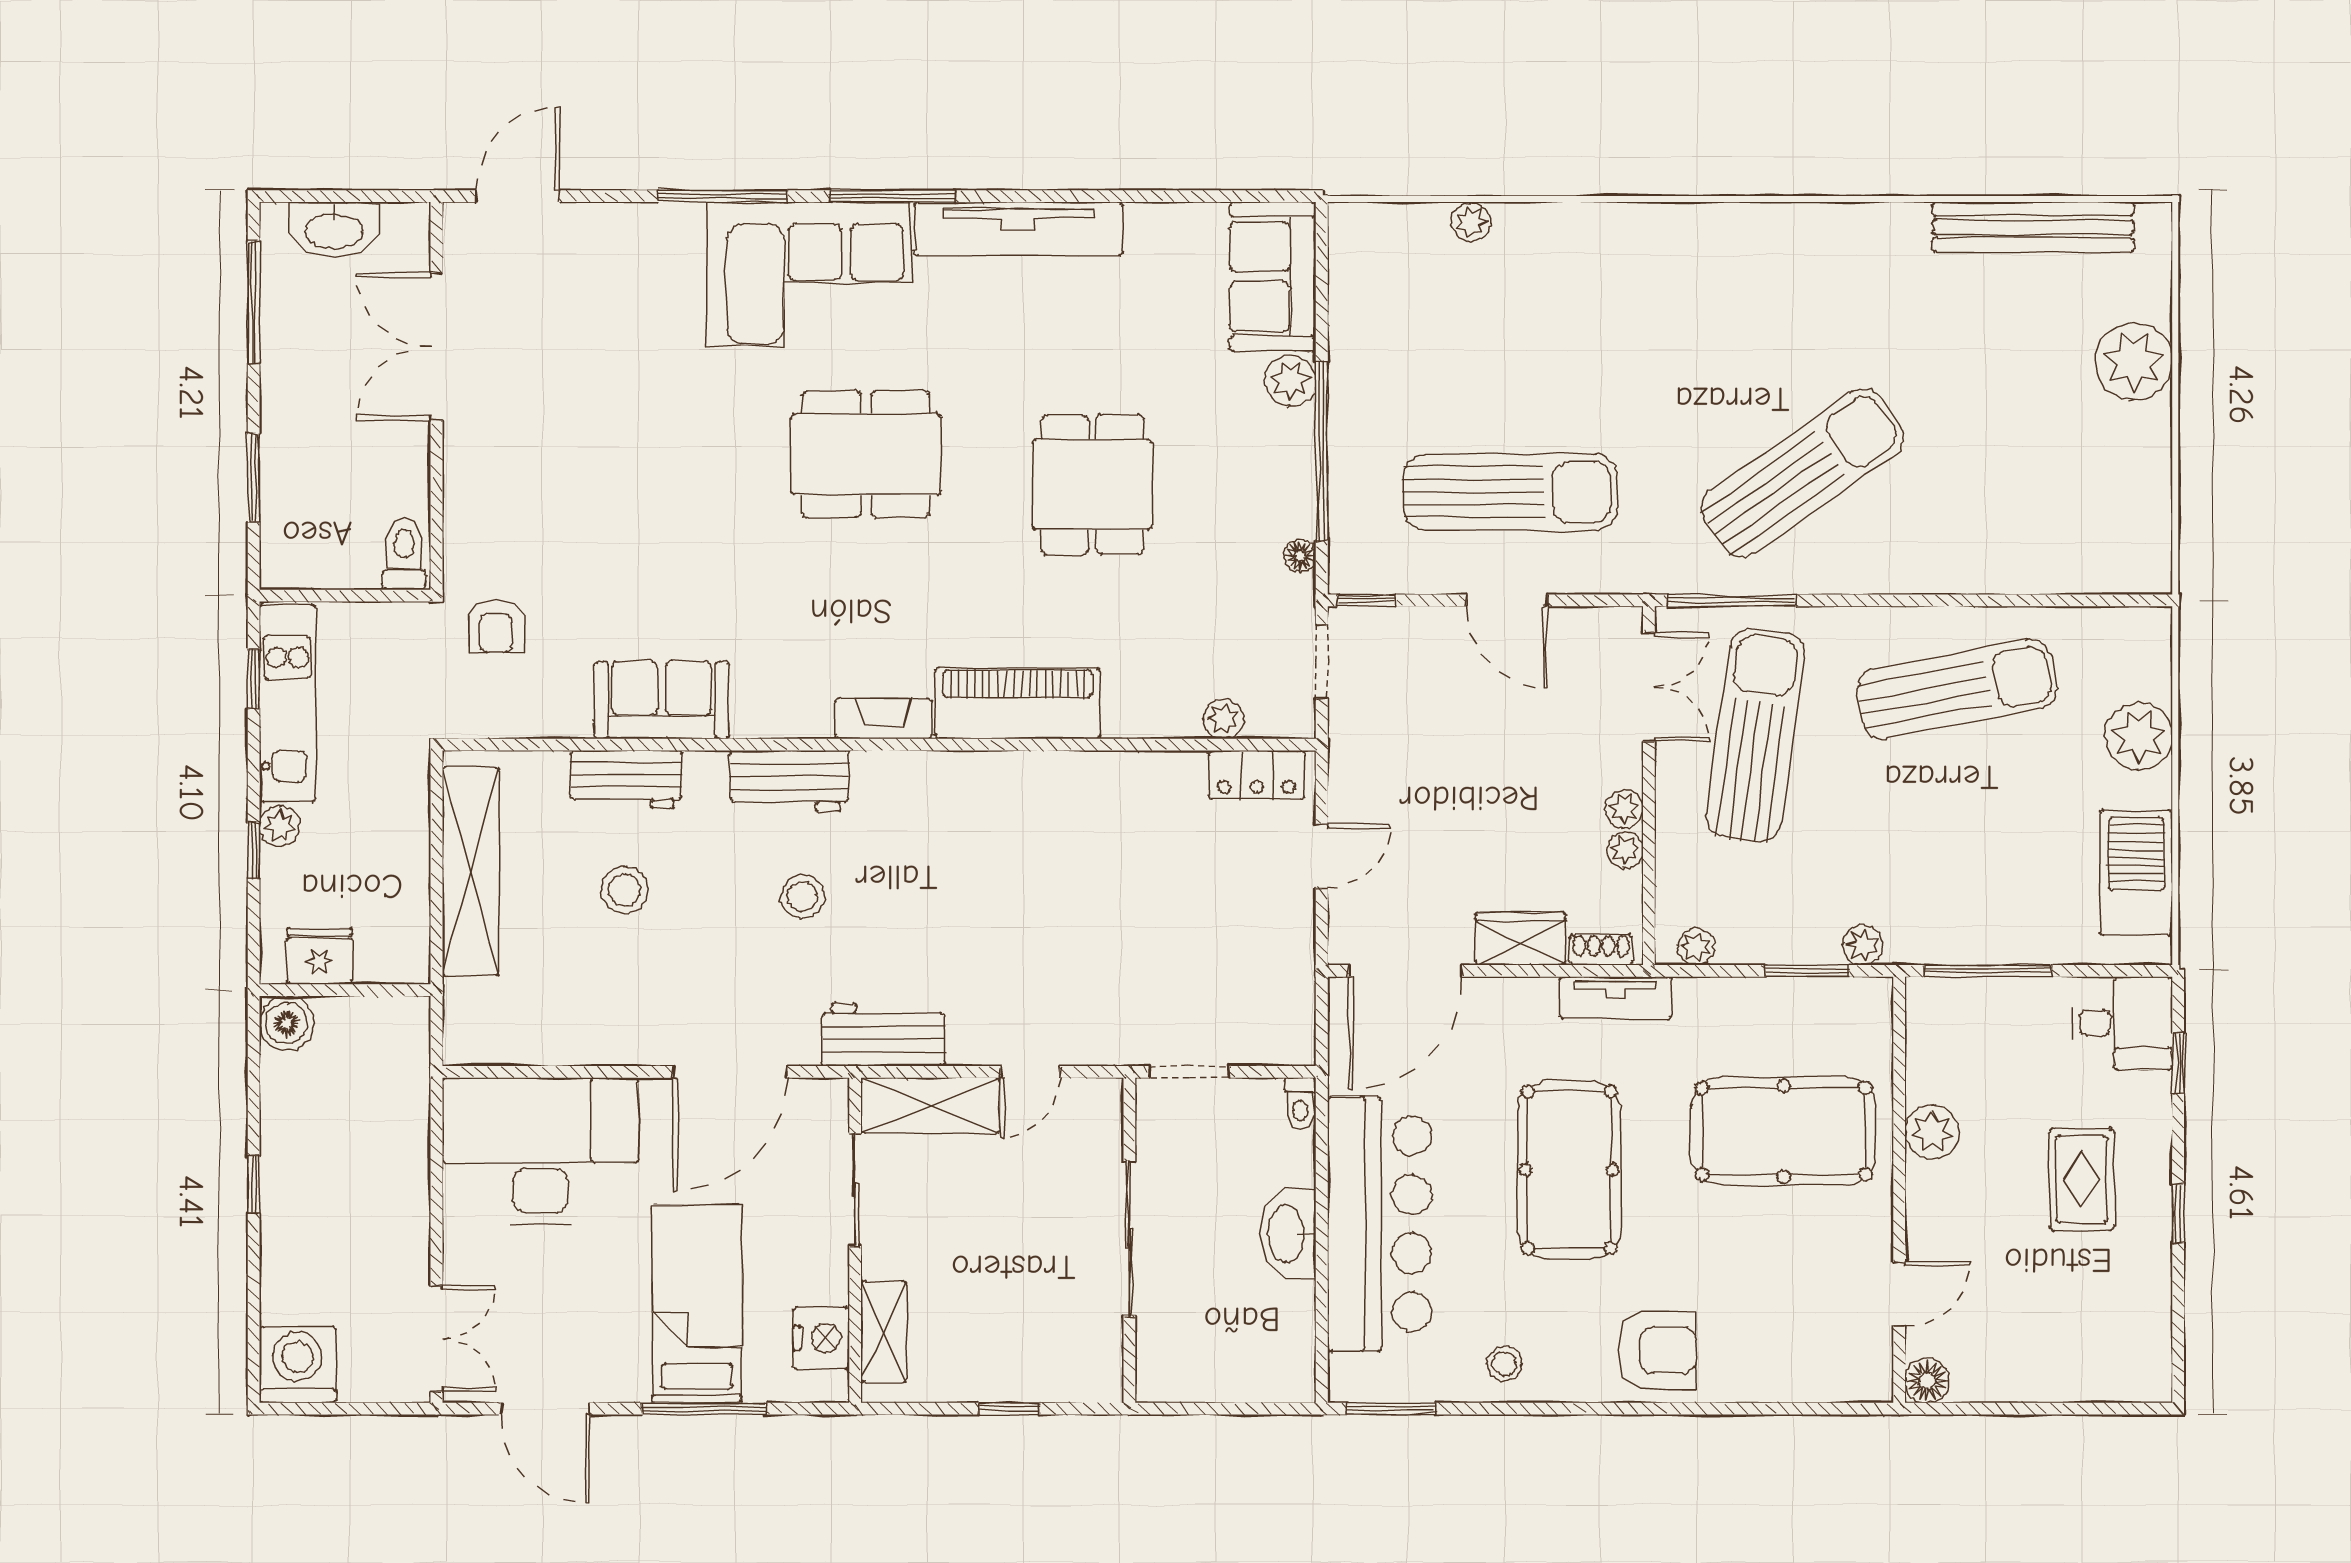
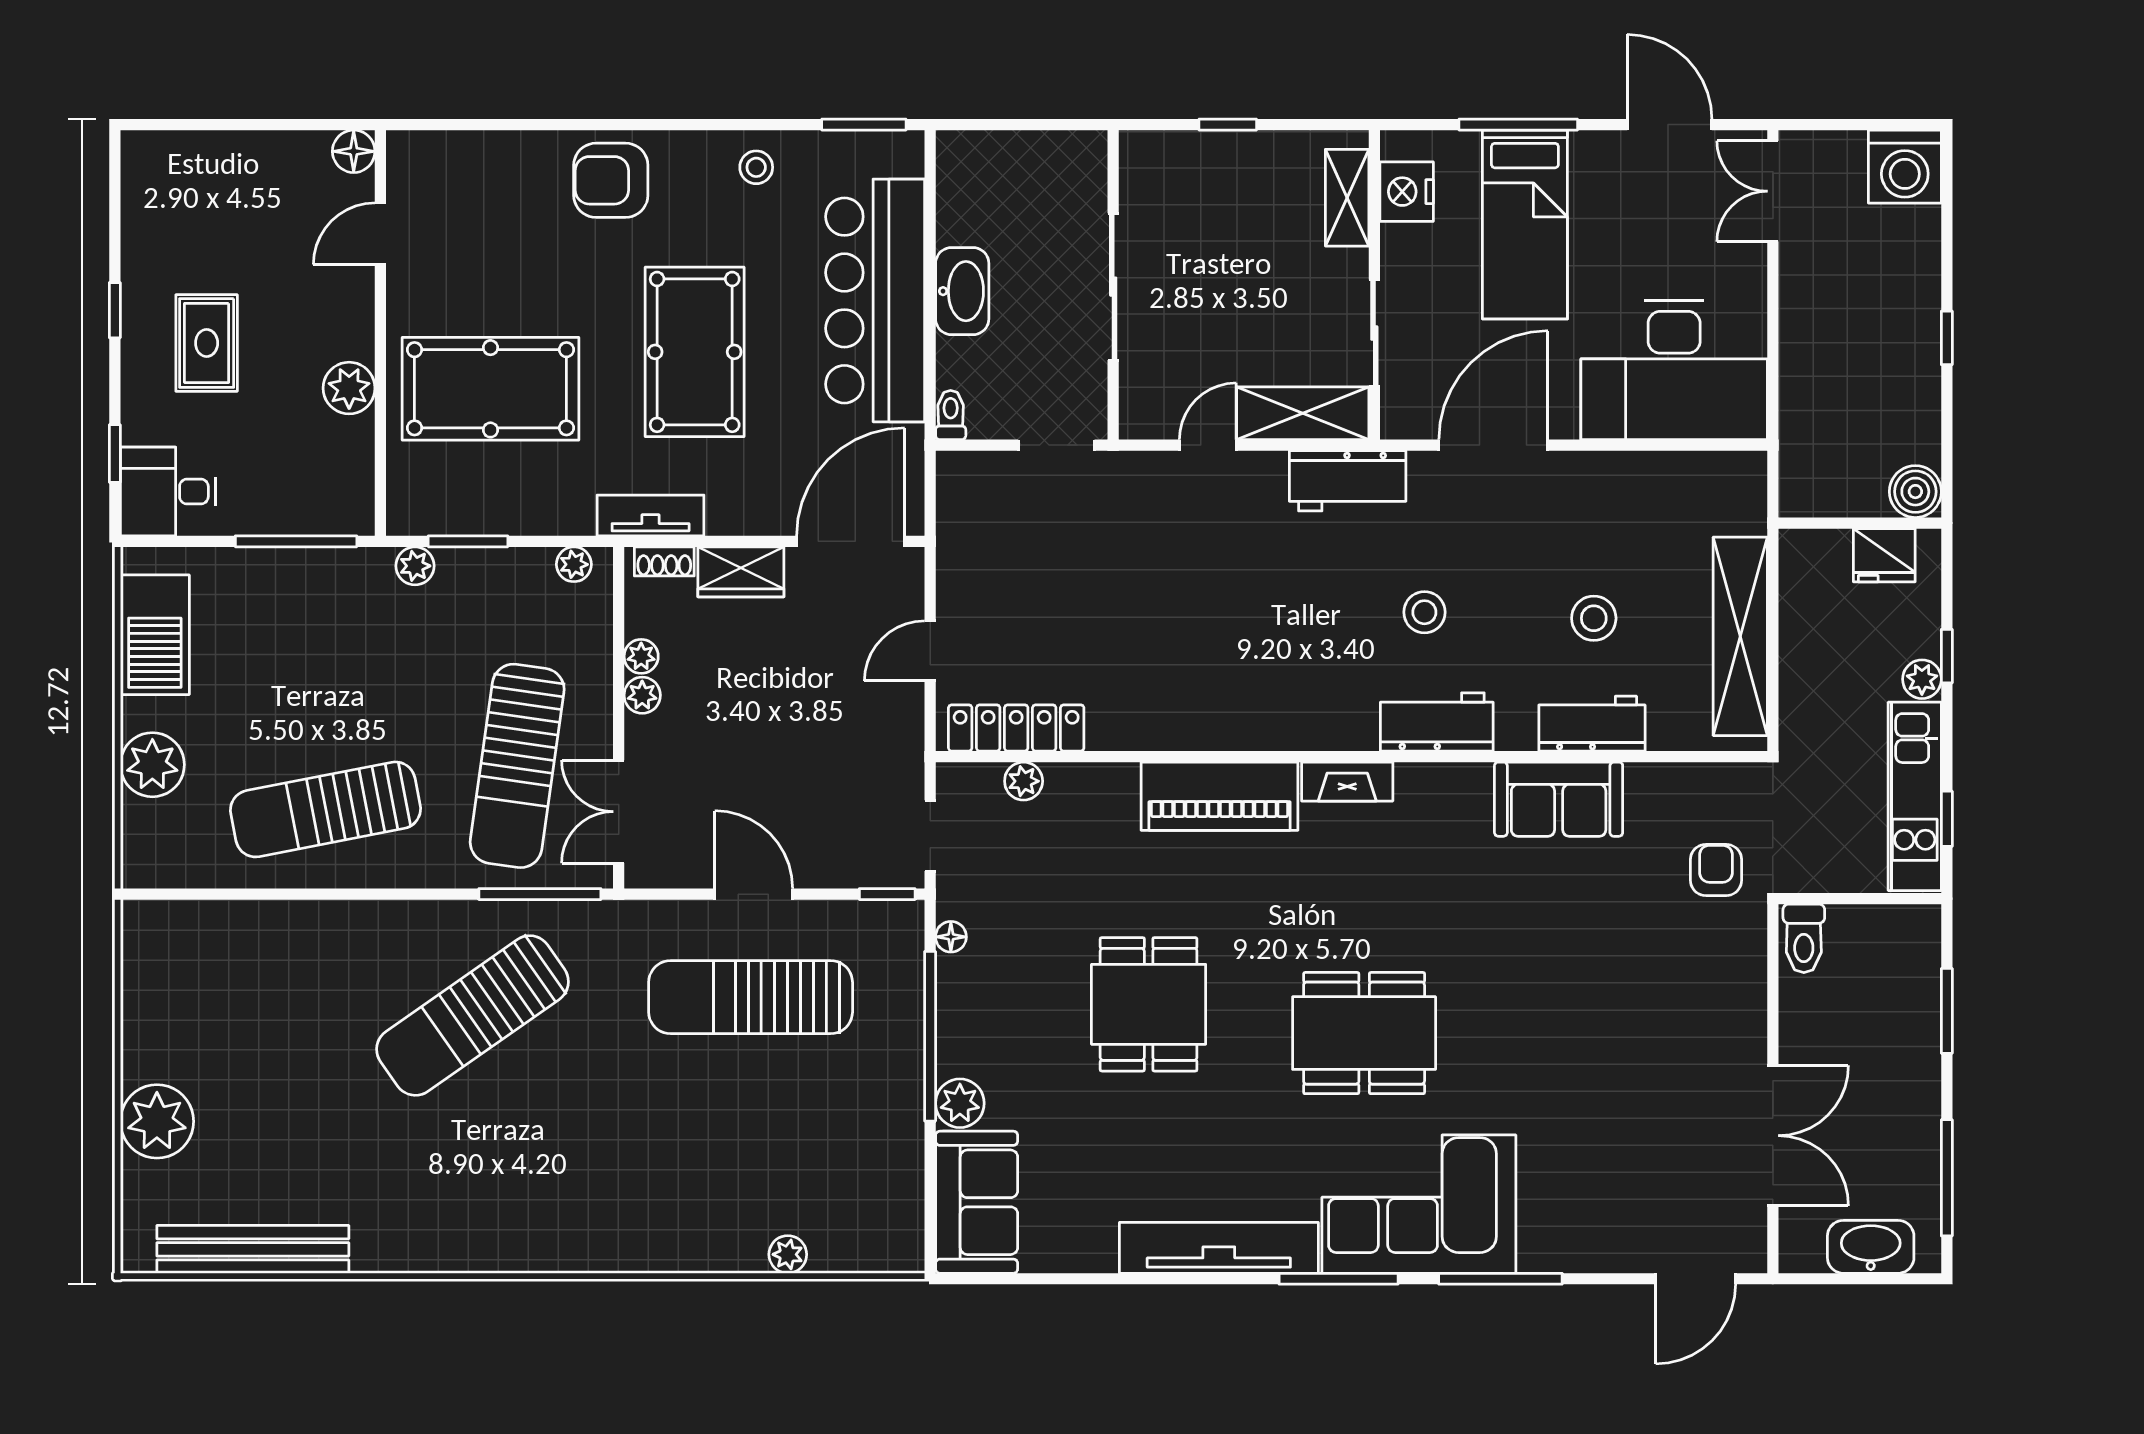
locker: (1257, 775) -> (1016, 728), width x1.53

